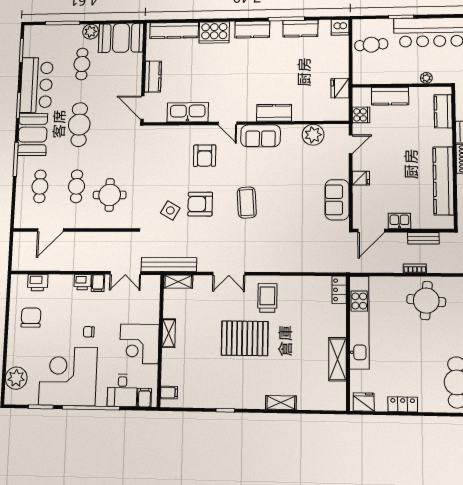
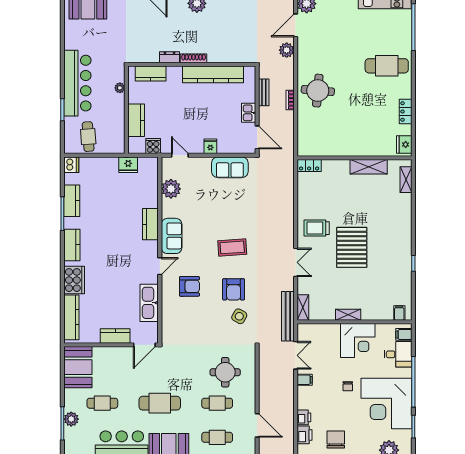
plant: (91, 32) -> (71, 419), moved
printer: (82, 282) -> (304, 417), moved
chair: (31, 318) -> (336, 440), turned 90
kitchen unit: (359, 322) -> (337, 148), removed
shelving: (281, 403) -> (406, 180), moved

